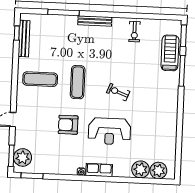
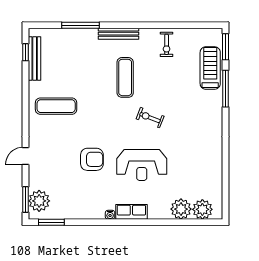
exercise mat: (78, 82) -> (125, 77), moved
armchair: (68, 125) -> (92, 159), turned 180

